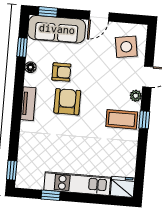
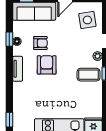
window: (22, 47) -> (9, 39), moved

